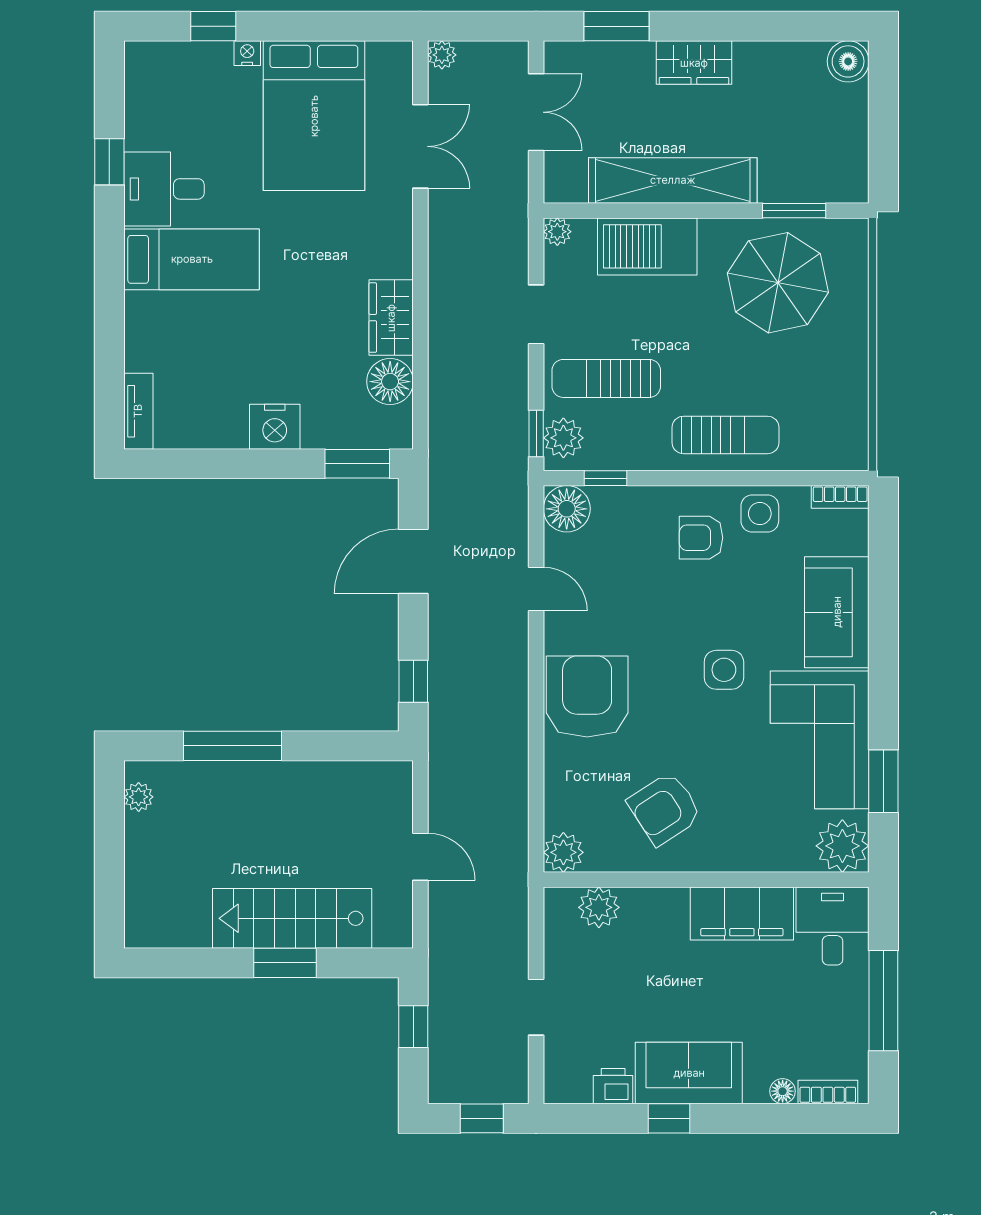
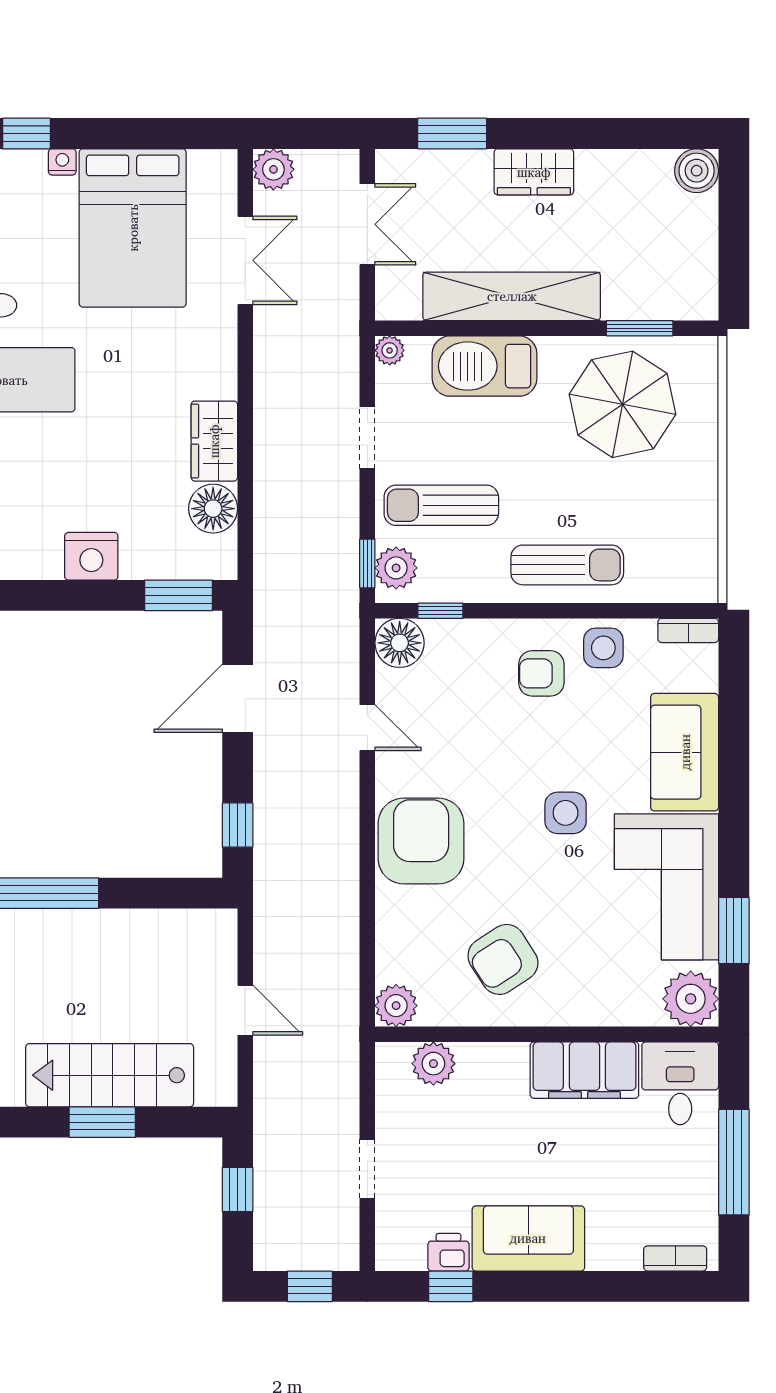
plant: (442, 55) -> (273, 169), width x1.38, depth x1.38
floor lamp: (783, 1091) -> (627, 1258), removed
window: (669, 1118) -> (451, 1286), moved

